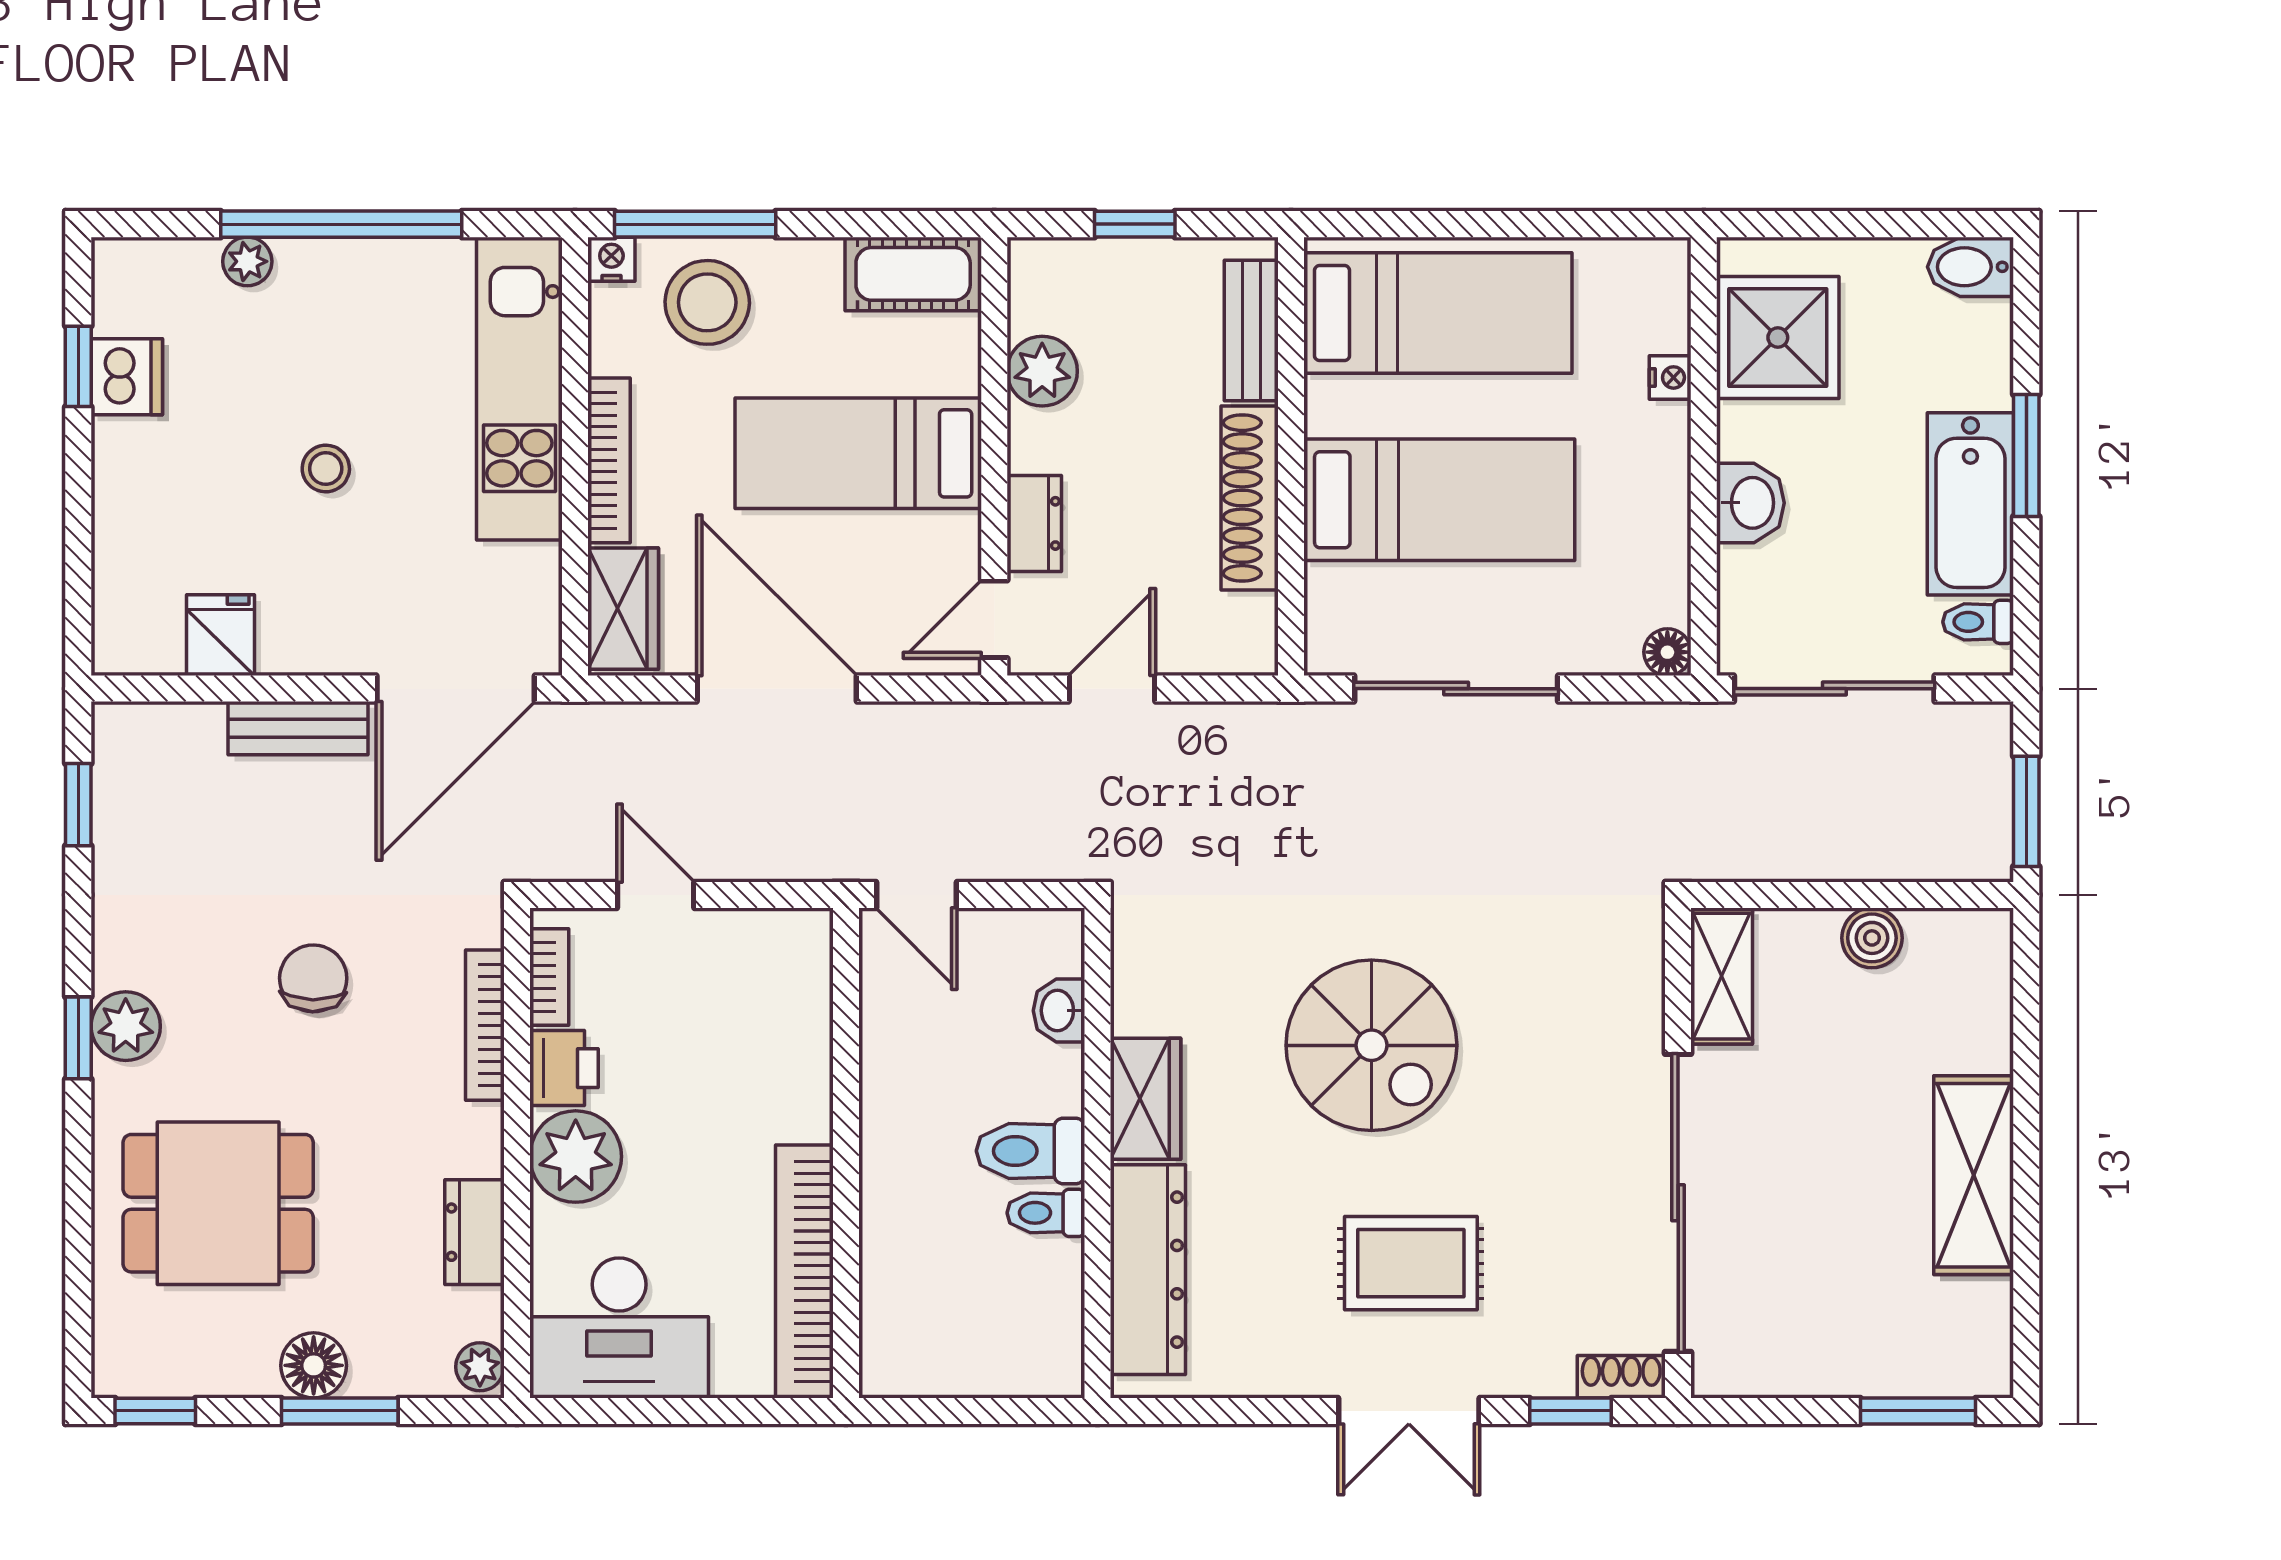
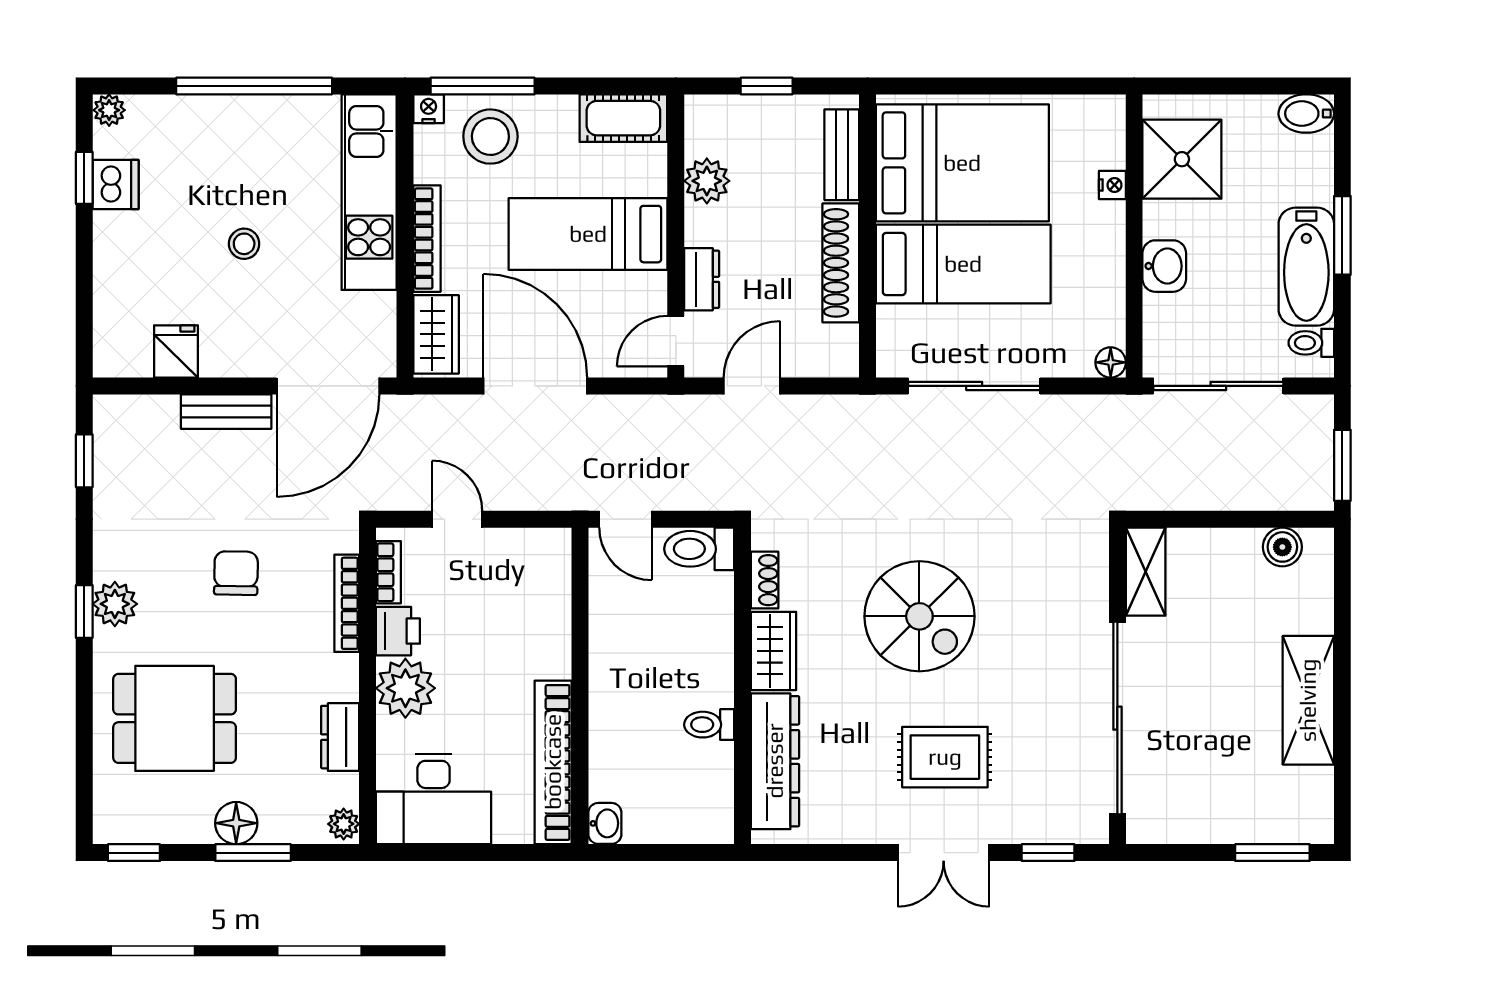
plant: (247, 261) -> (109, 110), moved
bed: (1438, 313) -> (962, 163), width x1.50
boiler: (1872, 938) -> (1282, 547), moved
washbasin: (1059, 1011) -> (605, 823), moved, turned 180
toilet: (1030, 1151) -> (699, 549), moved
shoe rack: (1621, 1377) -> (765, 580), moved, turned 90

